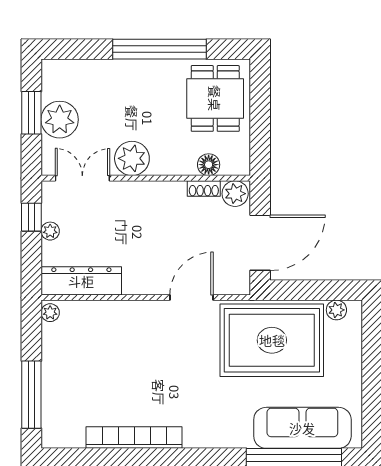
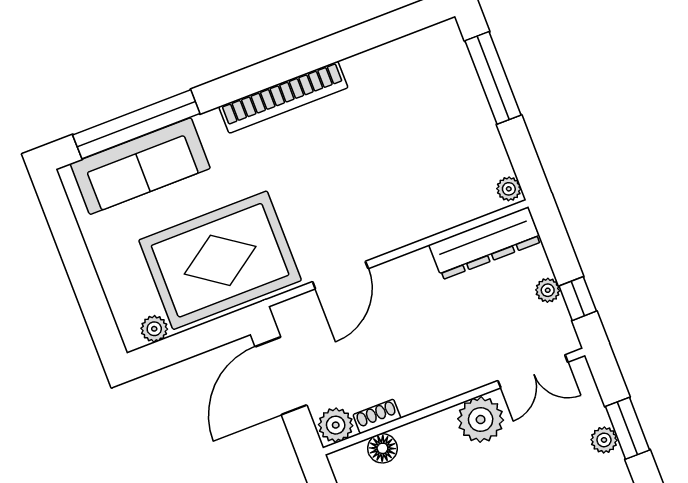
plant: (60, 120) -> (604, 440), width x0.53, depth x0.53
bookcase: (134, 438) -> (283, 97), moved

